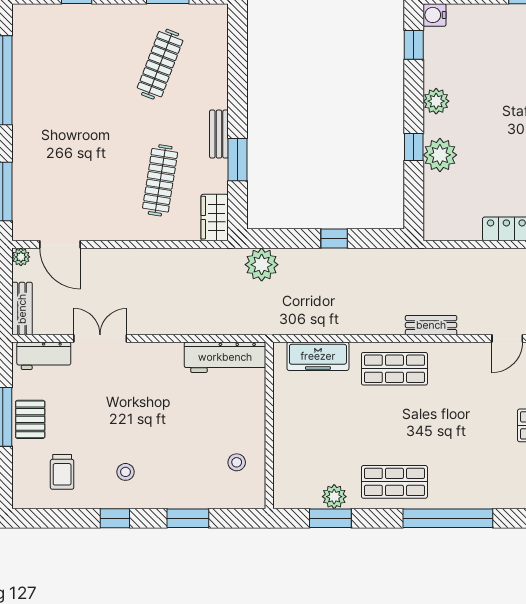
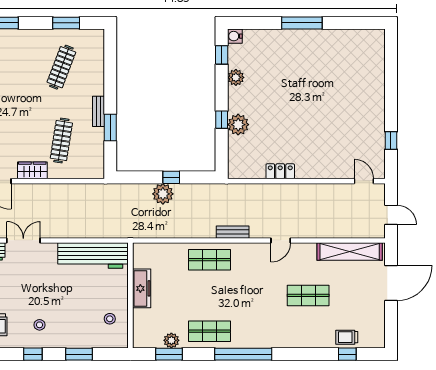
plant: (436, 101) -> (236, 77), moved
wardrobe: (215, 218) -> (32, 170), moved, turned 90
plant: (262, 265) -> (163, 194), moved
freezer: (318, 356) -> (142, 288), moved, turned -90
workbench: (225, 357) -> (93, 256), width x1.36, depth x1.32

